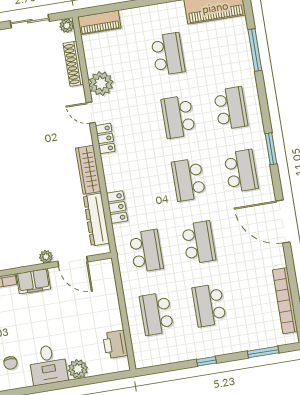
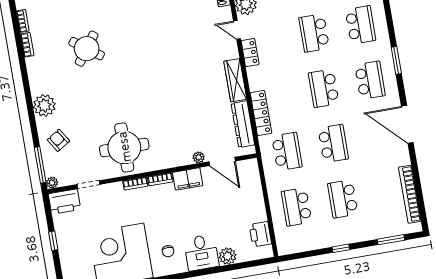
locker: (117, 207) -> (261, 113), width x1.53

